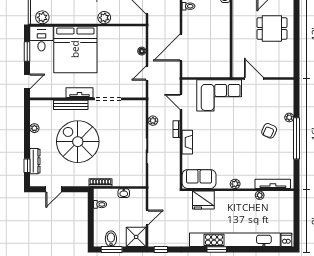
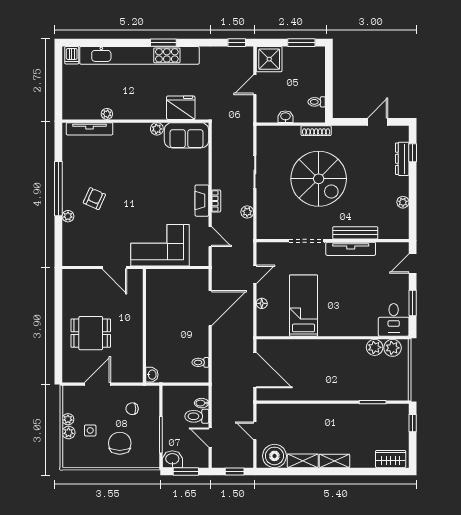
plant: (104, 18) -> (375, 347), moved
bed: (75, 49) -> (304, 306), moved, width x0.49
tv unit: (80, 93) -> (351, 249), width x1.41
spiral stairs: (78, 142) -> (319, 179), moved
fireplace: (187, 142) -> (202, 201), moved
plant: (235, 184) -> (157, 129), moved
bidet: (111, 239) -> (302, 57), removed

